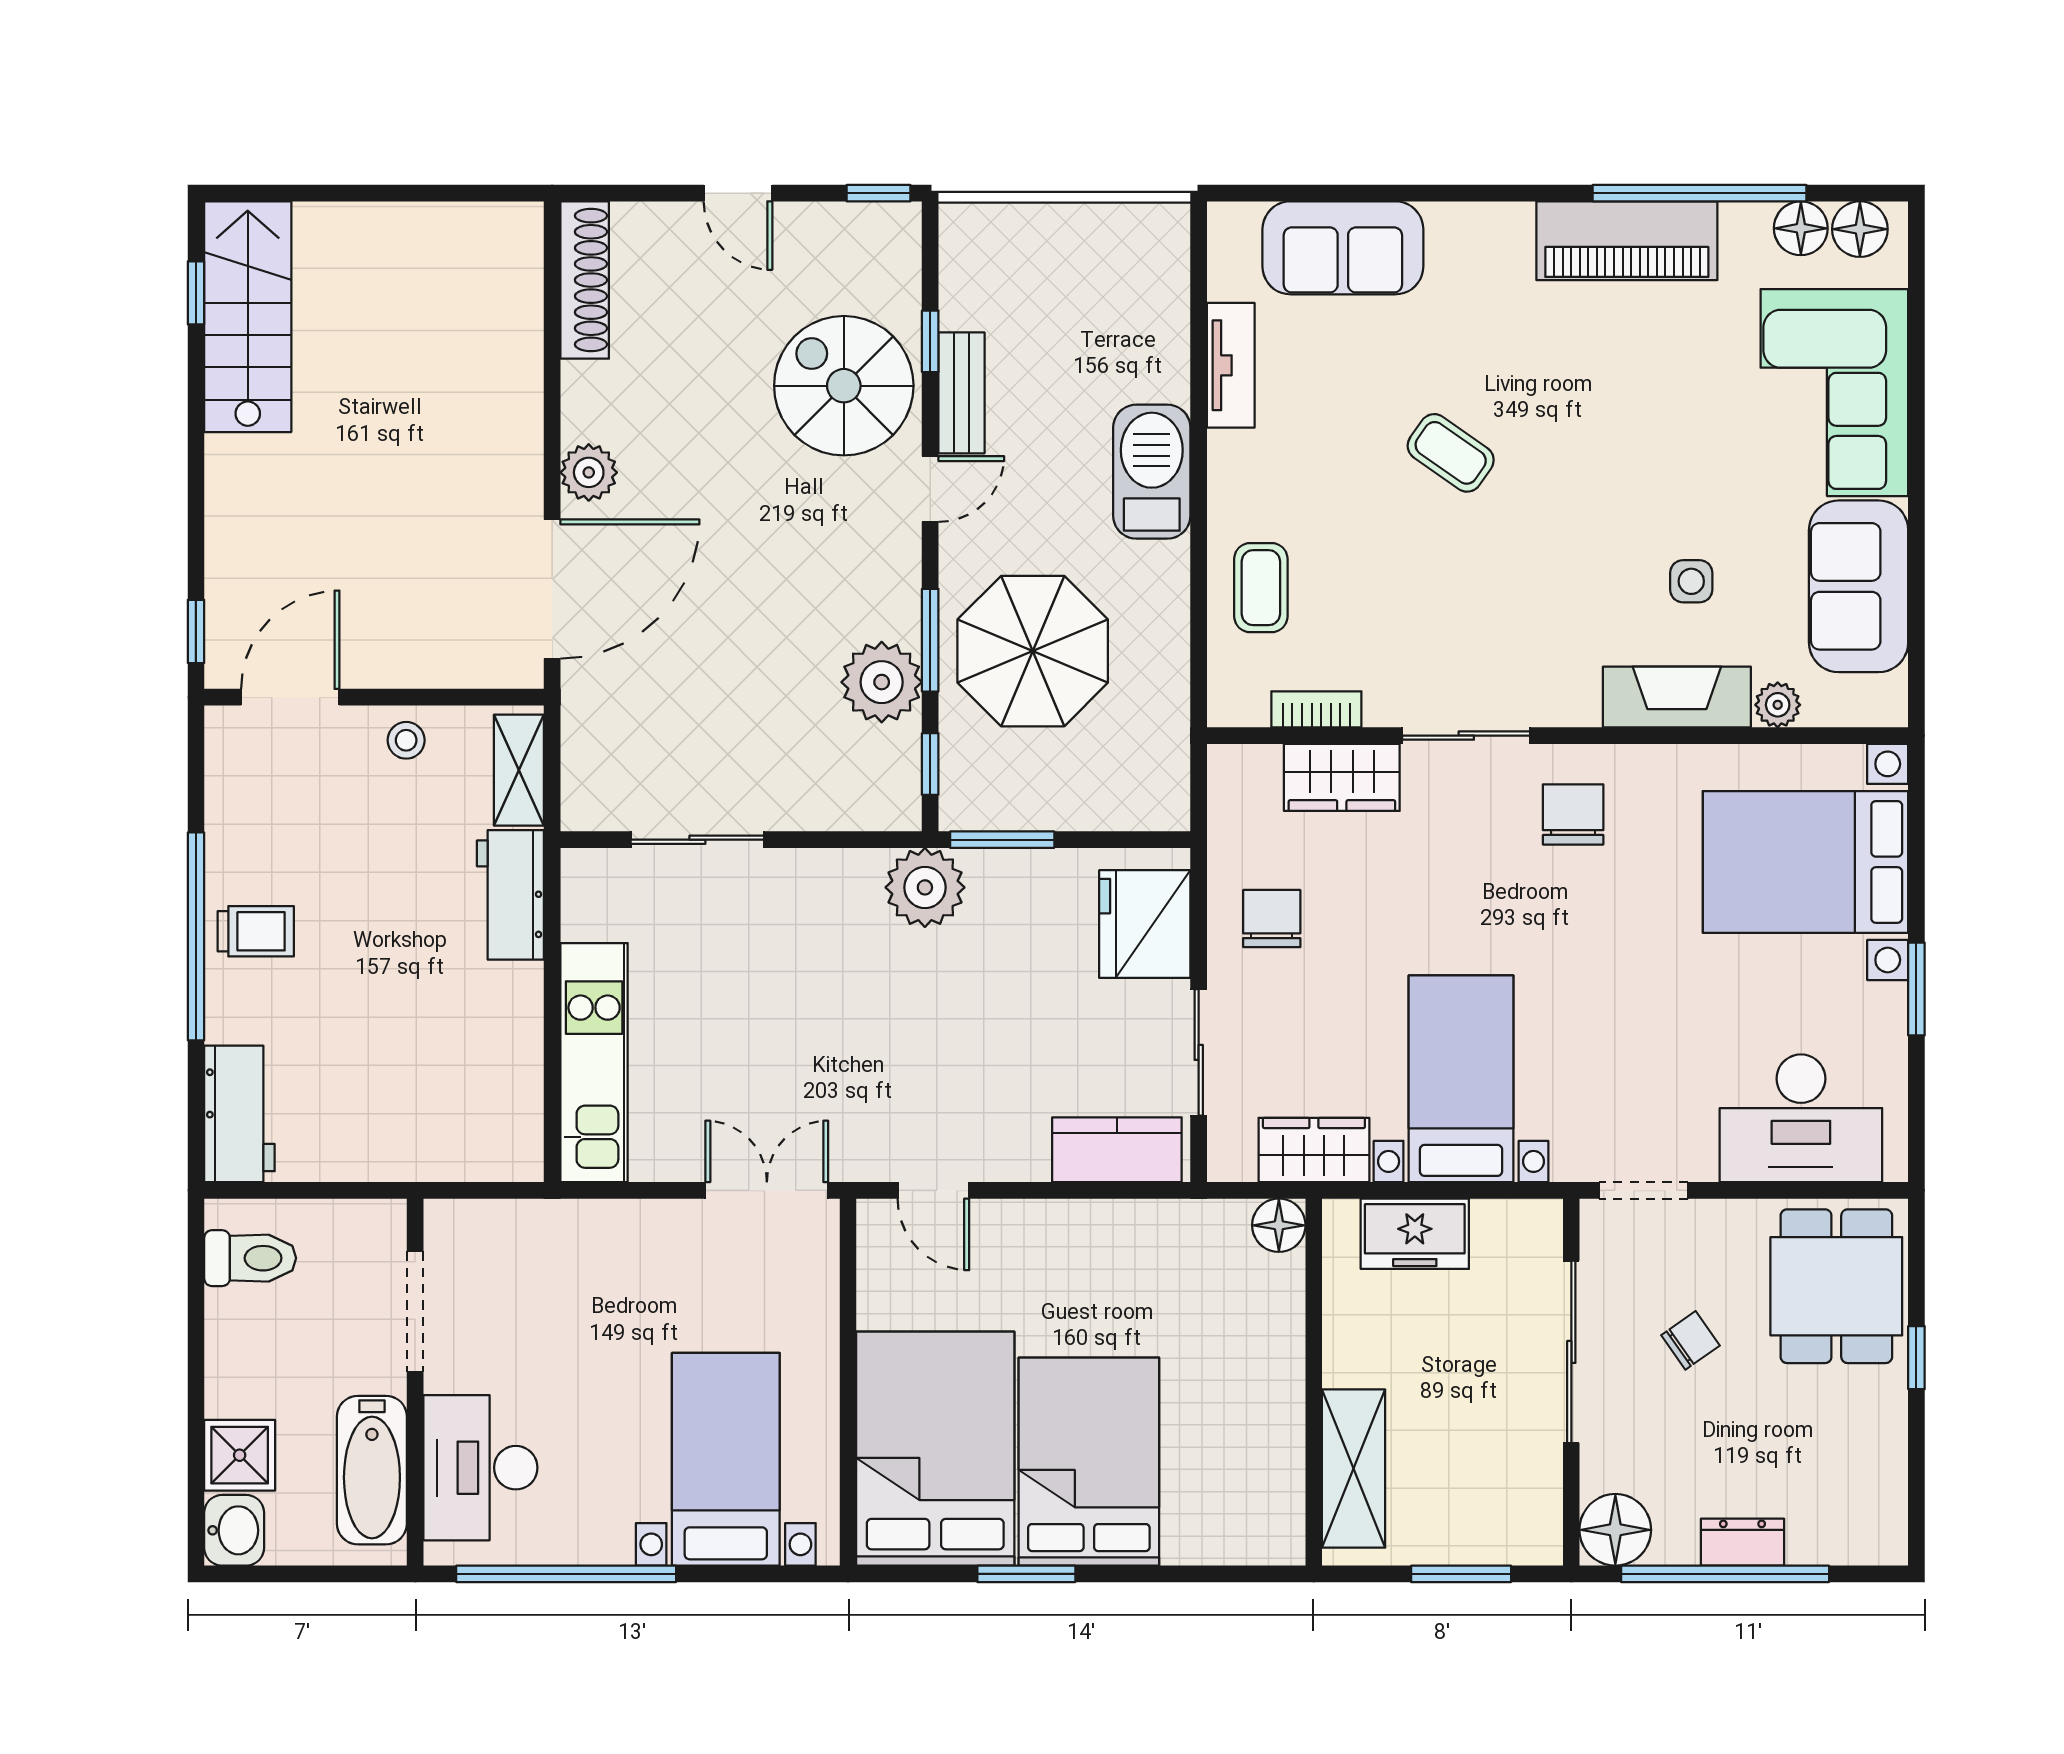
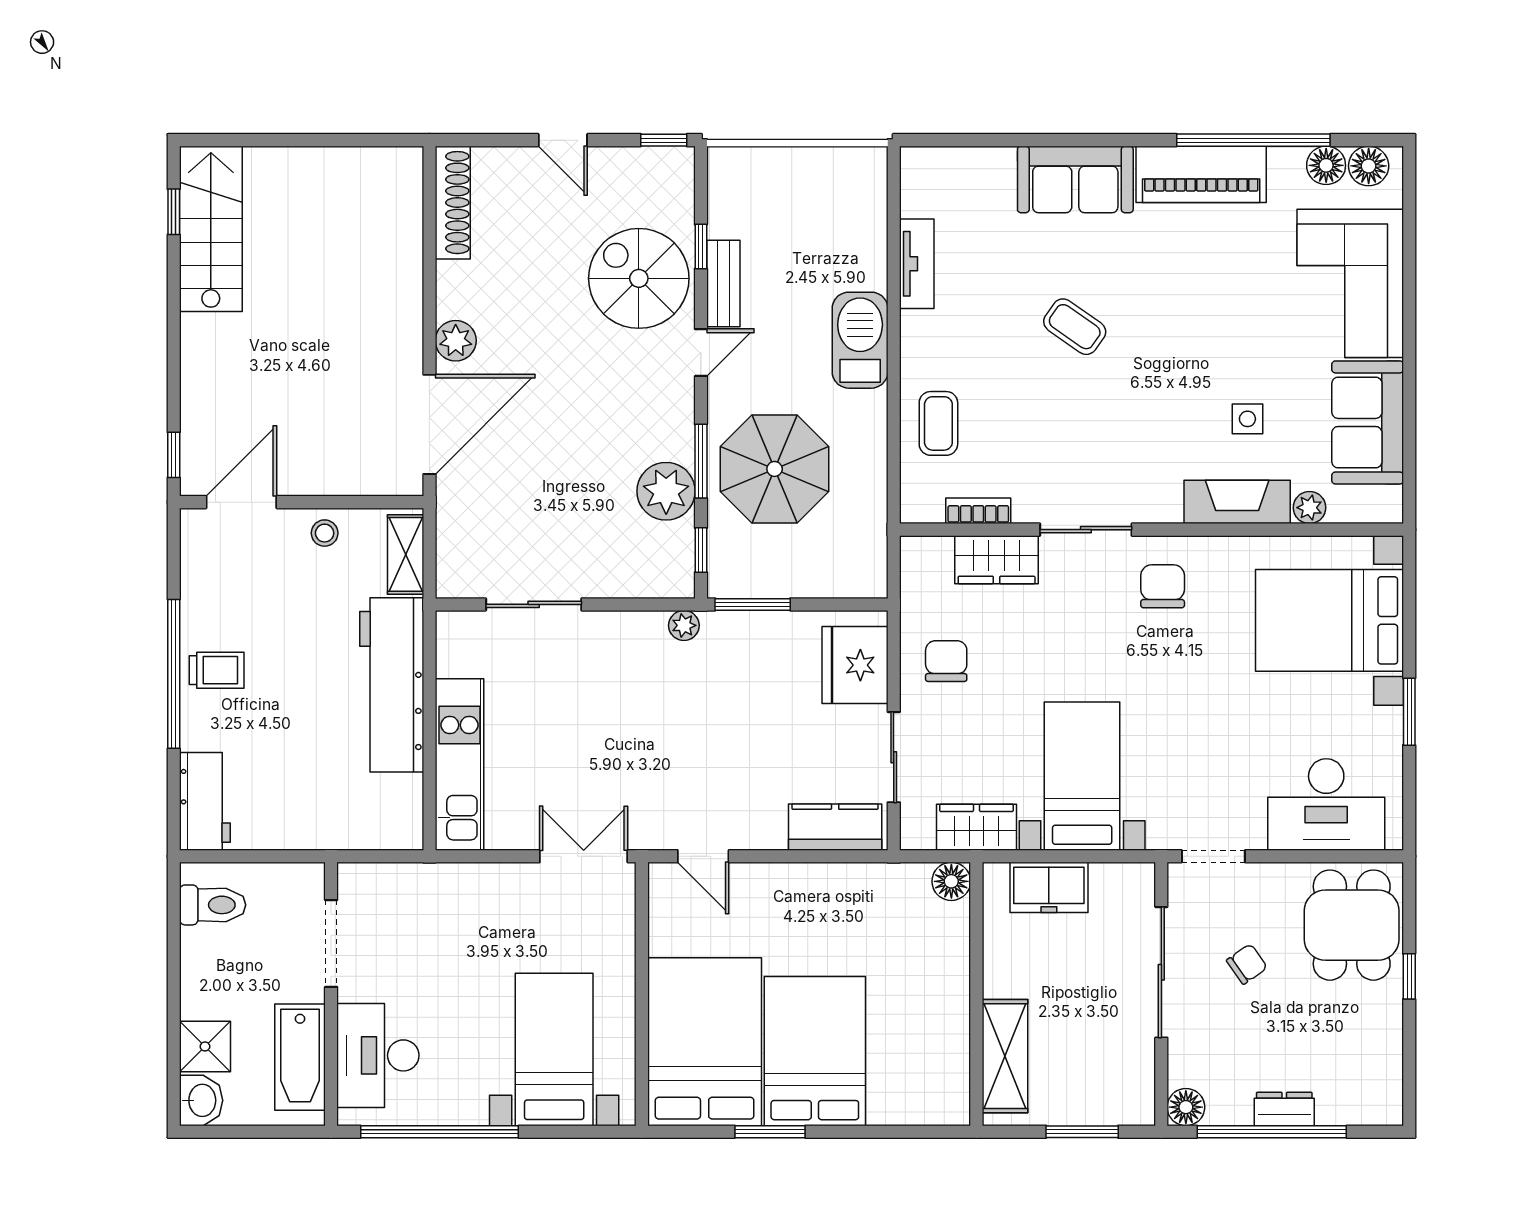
sofa: (1343, 248) -> (1075, 179), moved
plant: (925, 887) -> (684, 625), width x0.53, depth x0.53
workbench: (510, 895) -> (392, 685), width x1.88, depth x1.32
floor lamp: (1615, 1530) -> (1186, 1107), width x0.73, depth x0.73

